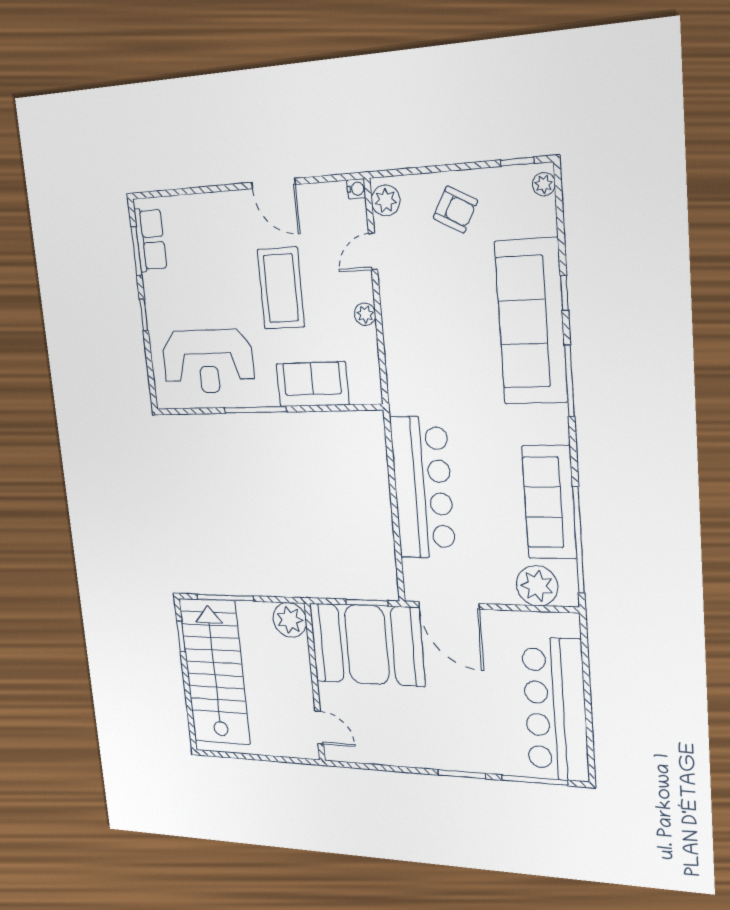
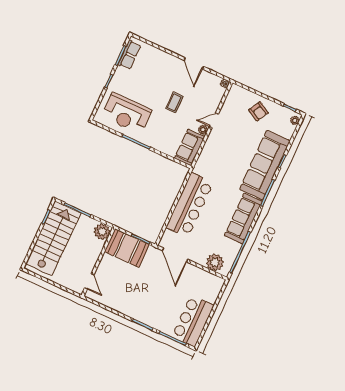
plant: (386, 200) -> (234, 94), removed
door: (373, 252) -> (214, 120), moved
coffee table: (281, 288) -> (174, 102), width x0.54, depth x0.58
sofa: (313, 384) -> (190, 148), moved, turned -90
sofa: (549, 502) -> (243, 218), moved
booth: (367, 645) -> (127, 248), width x0.73, depth x0.70
bar counter: (555, 710) -> (193, 321), width x0.73

